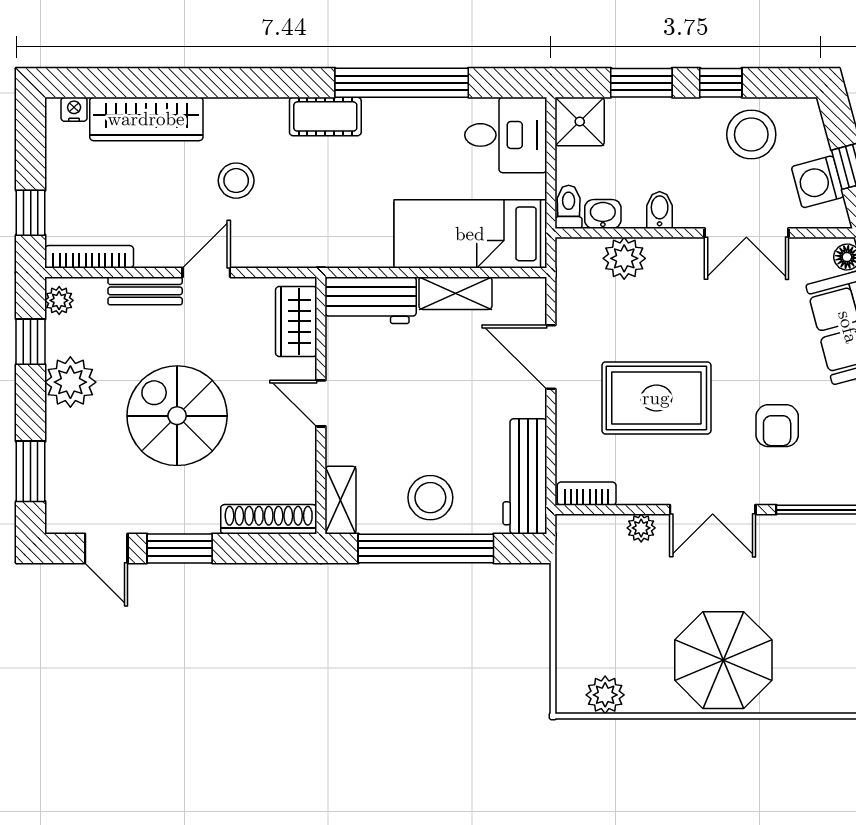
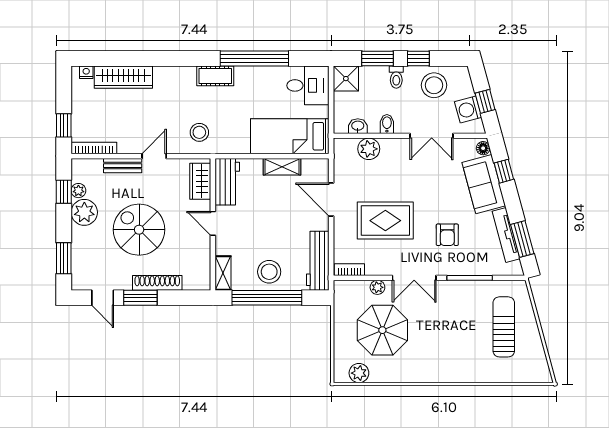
stool: (236, 181) -> (199, 132), moved
toilet: (569, 207) -> (396, 77), moved, turned 180
plant: (59, 300) -> (78, 191), moved
workbench: (371, 300) -> (227, 182), moved, turned -90
shoe rack: (269, 519) -> (157, 283), moved
parasol: (723, 660) -> (382, 330), moved

